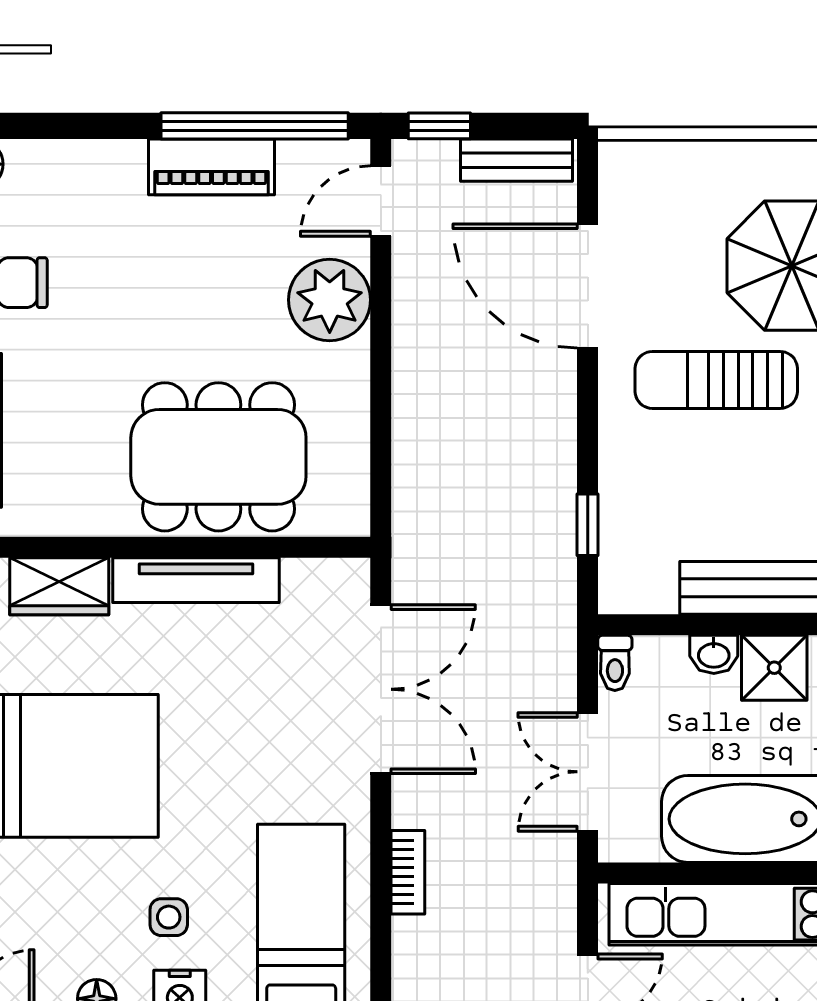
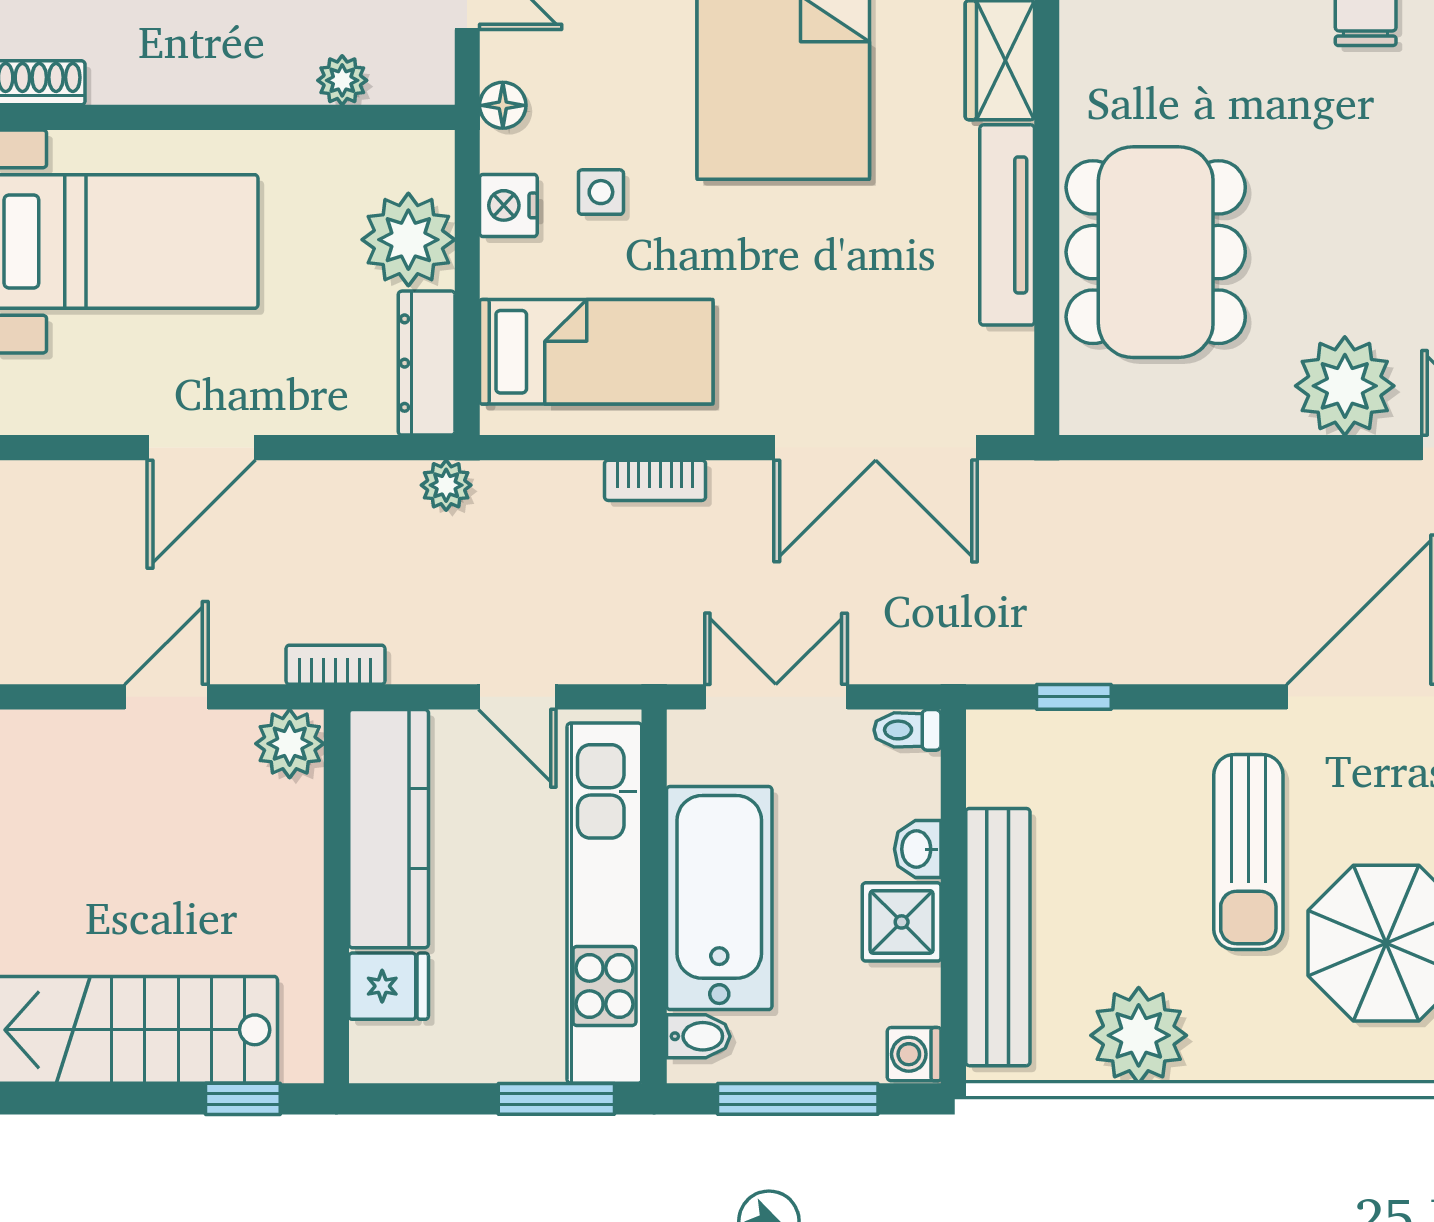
sun lounger: (716, 380) -> (1248, 852), turned 180

